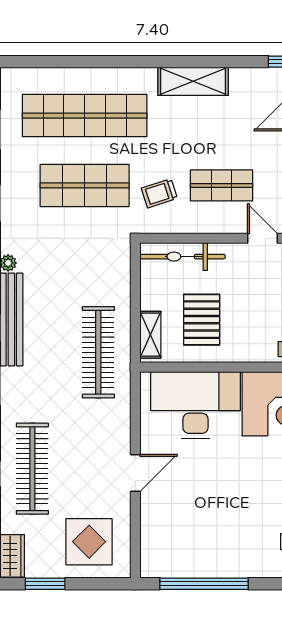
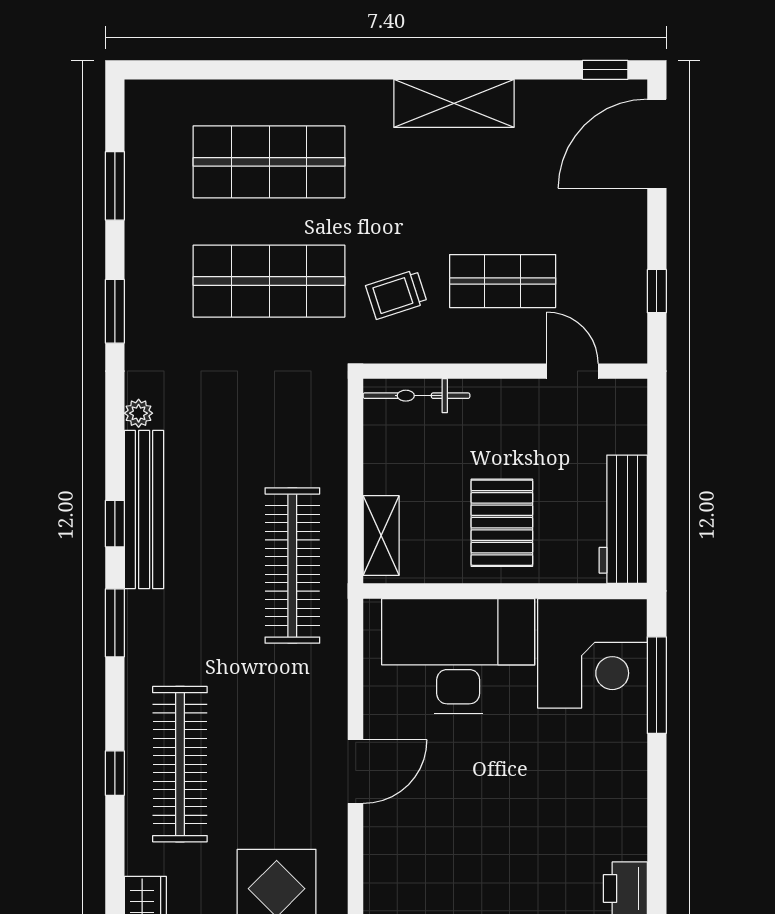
shop shelf: (85, 116) -> (269, 162), width x0.71
bicycle: (182, 257) -> (416, 396), width x0.73, depth x0.71
pallet: (202, 320) -> (502, 523), moved

